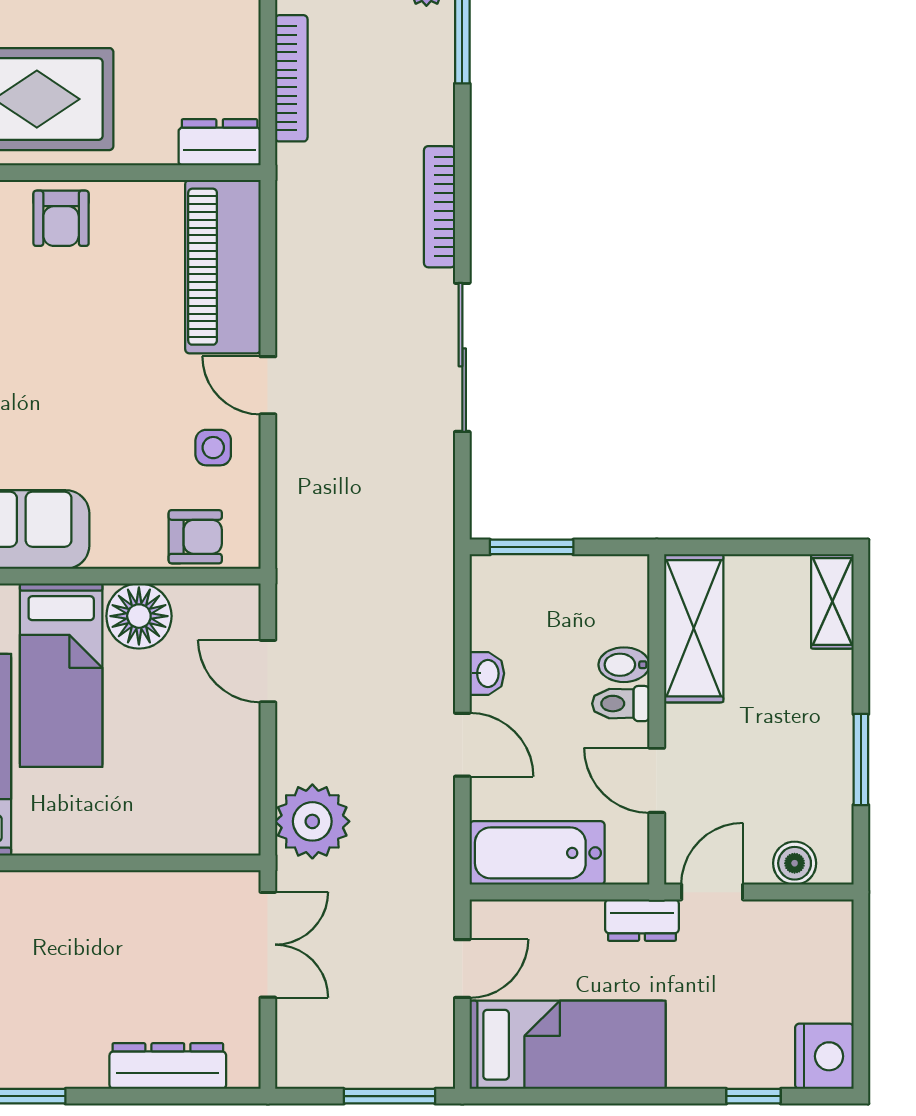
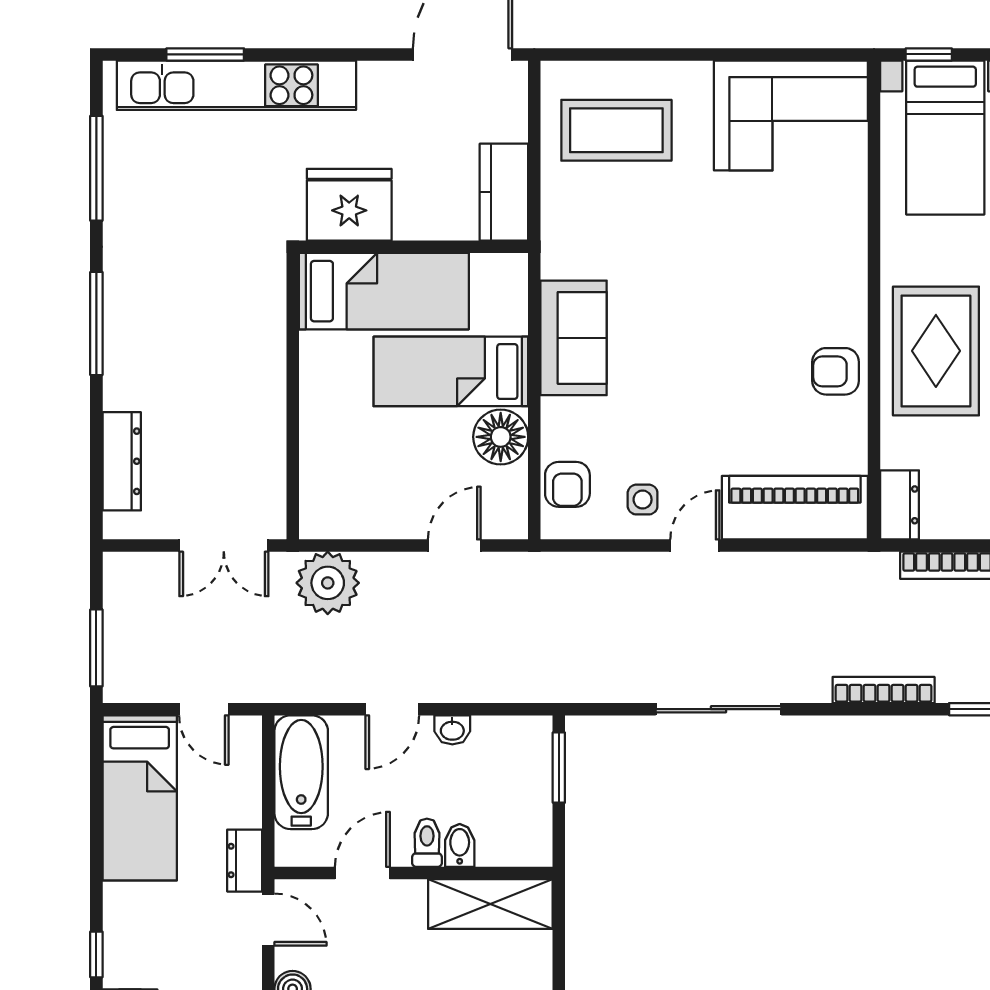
bookcase: (440, 207) -> (884, 690), moved

